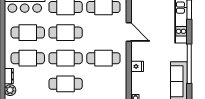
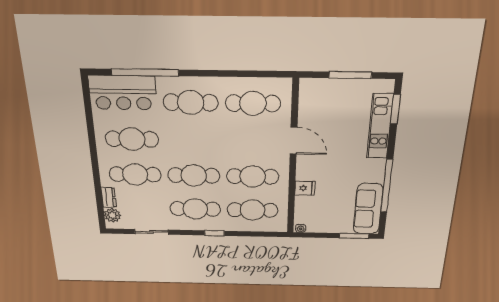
cafe table: (66, 33) -> (253, 210), moved

